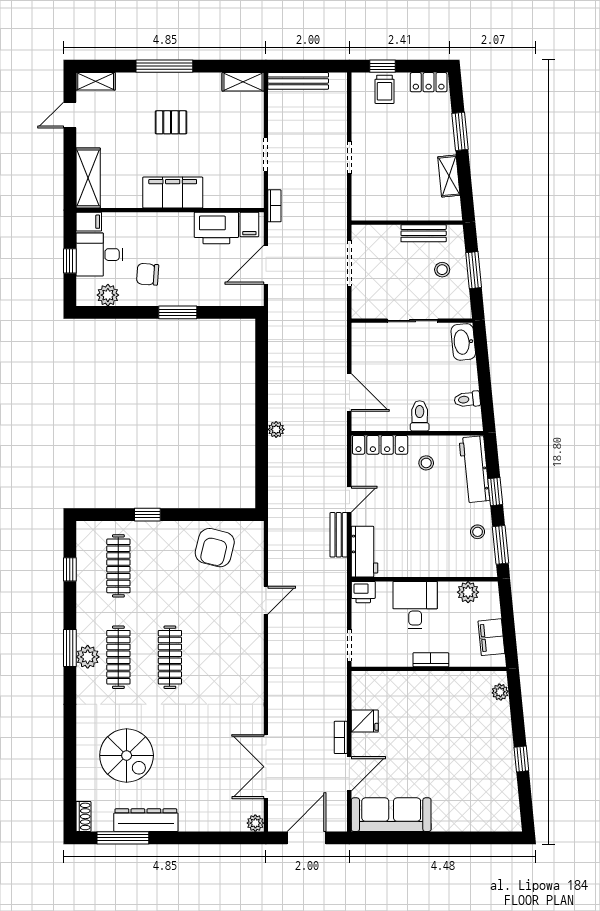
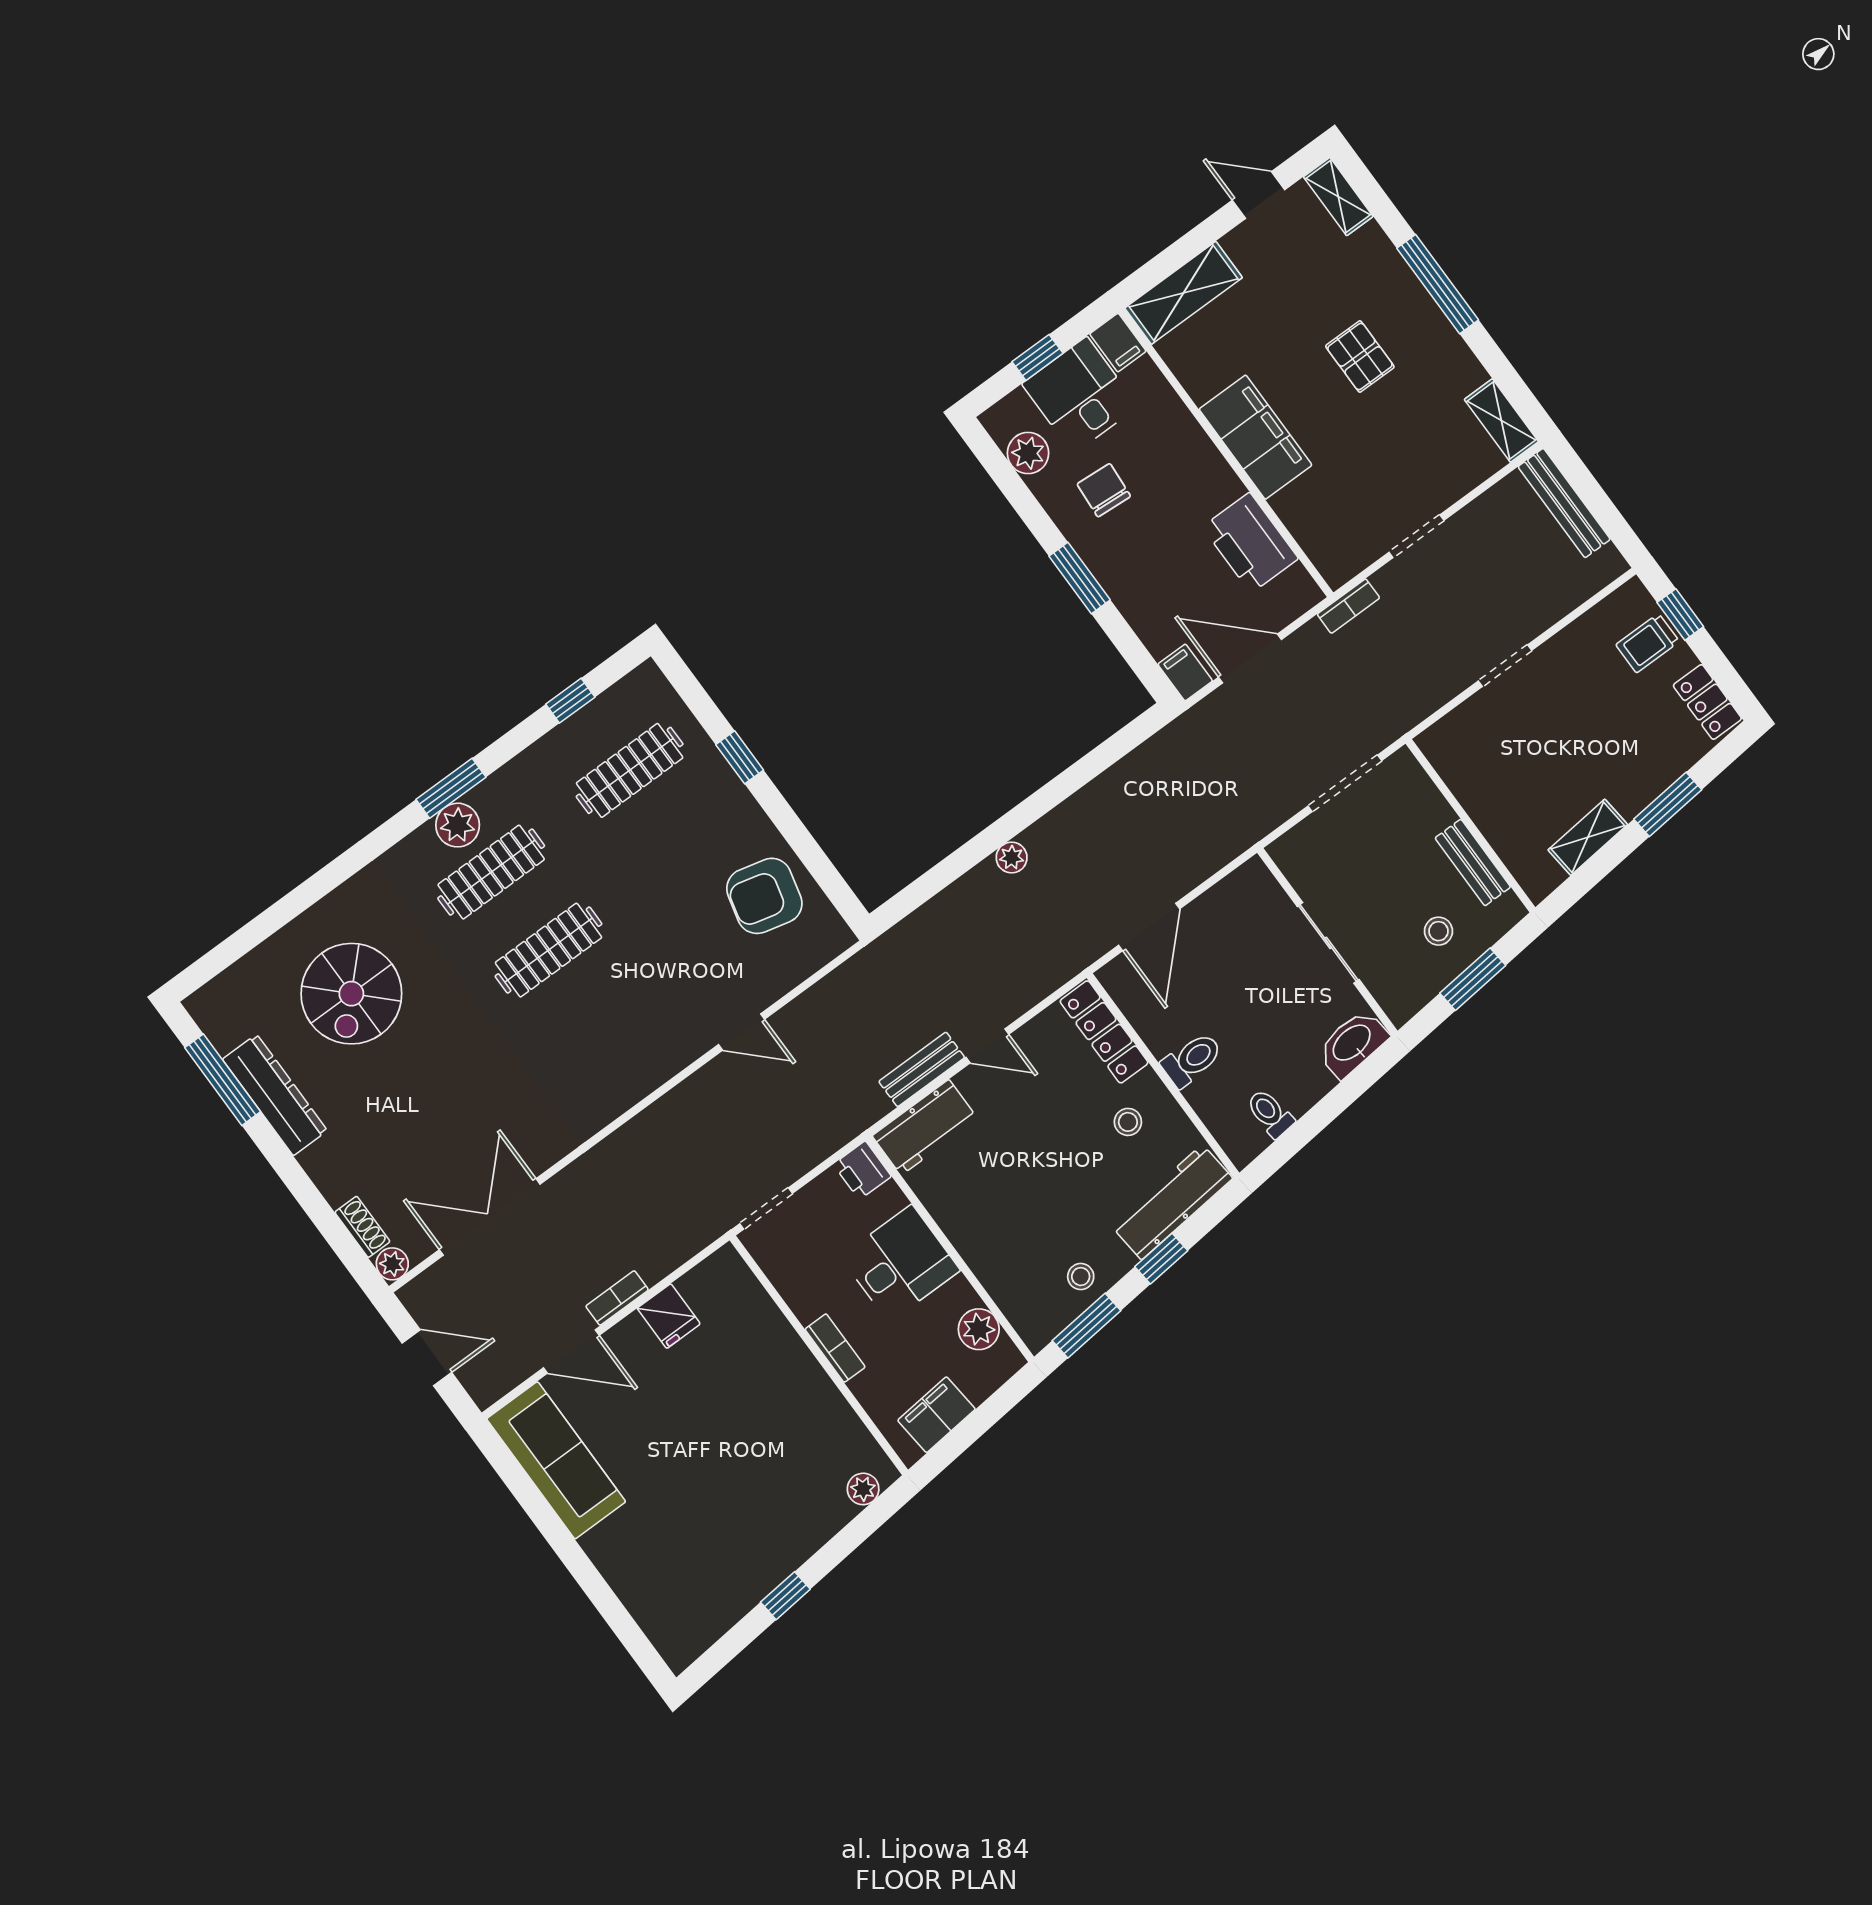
filing cabinet: (249, 225) -> (1185, 672), moved, turned 90
shoe rack: (83, 816) -> (362, 1227), moved, turned -90
door: (306, 838) -> (427, 1358), width x0.73

